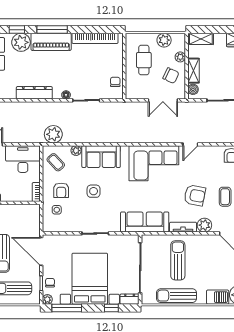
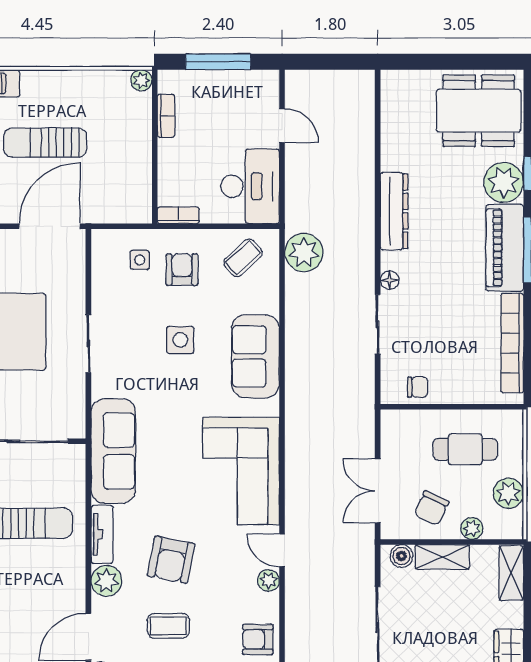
plant: (76, 151) -> (269, 580), moved
armchair: (61, 190) -> (182, 270), turned 90

